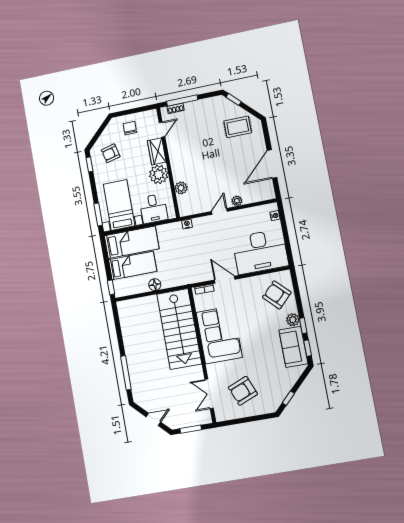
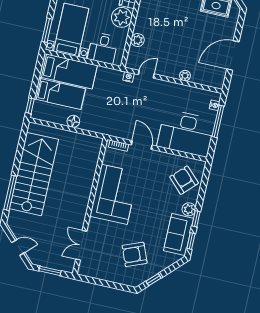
door: (219, 211) -> (146, 74), moved
window: (284, 229) -> (218, 121), added
stairs: (179, 329) -> (34, 174), moved, turned 180
armchair: (243, 391) -> (135, 254), moved

